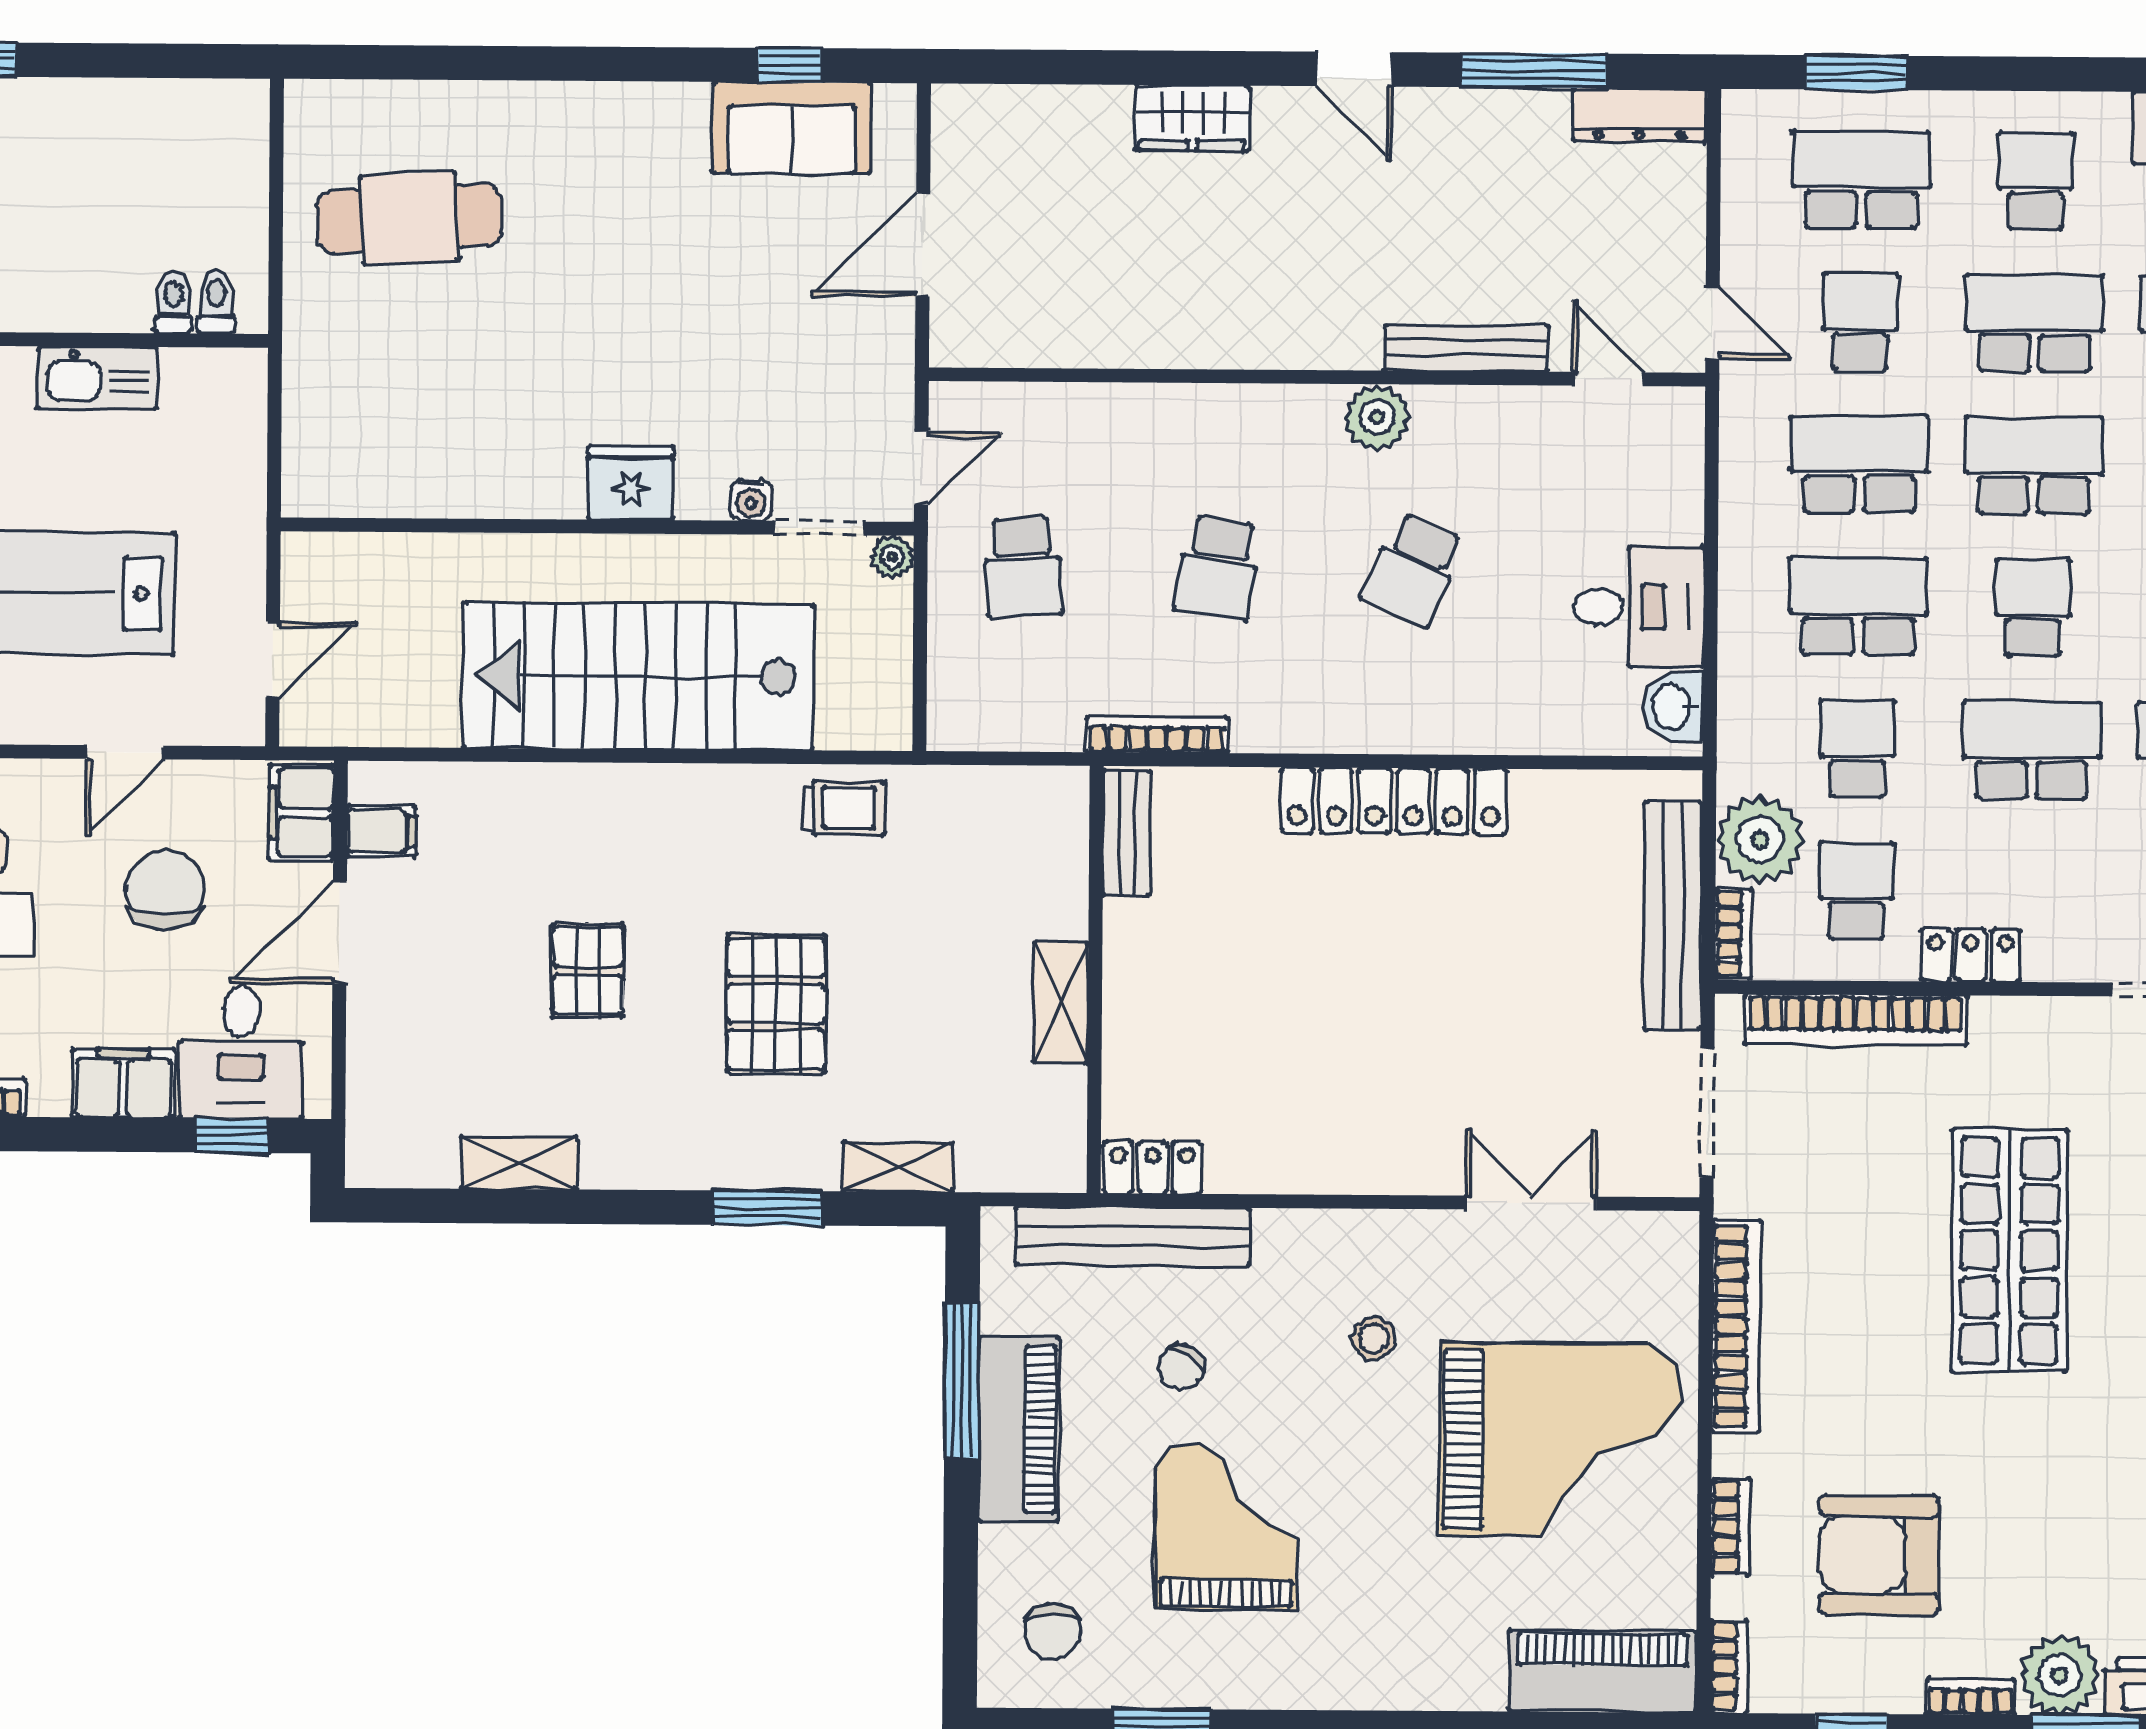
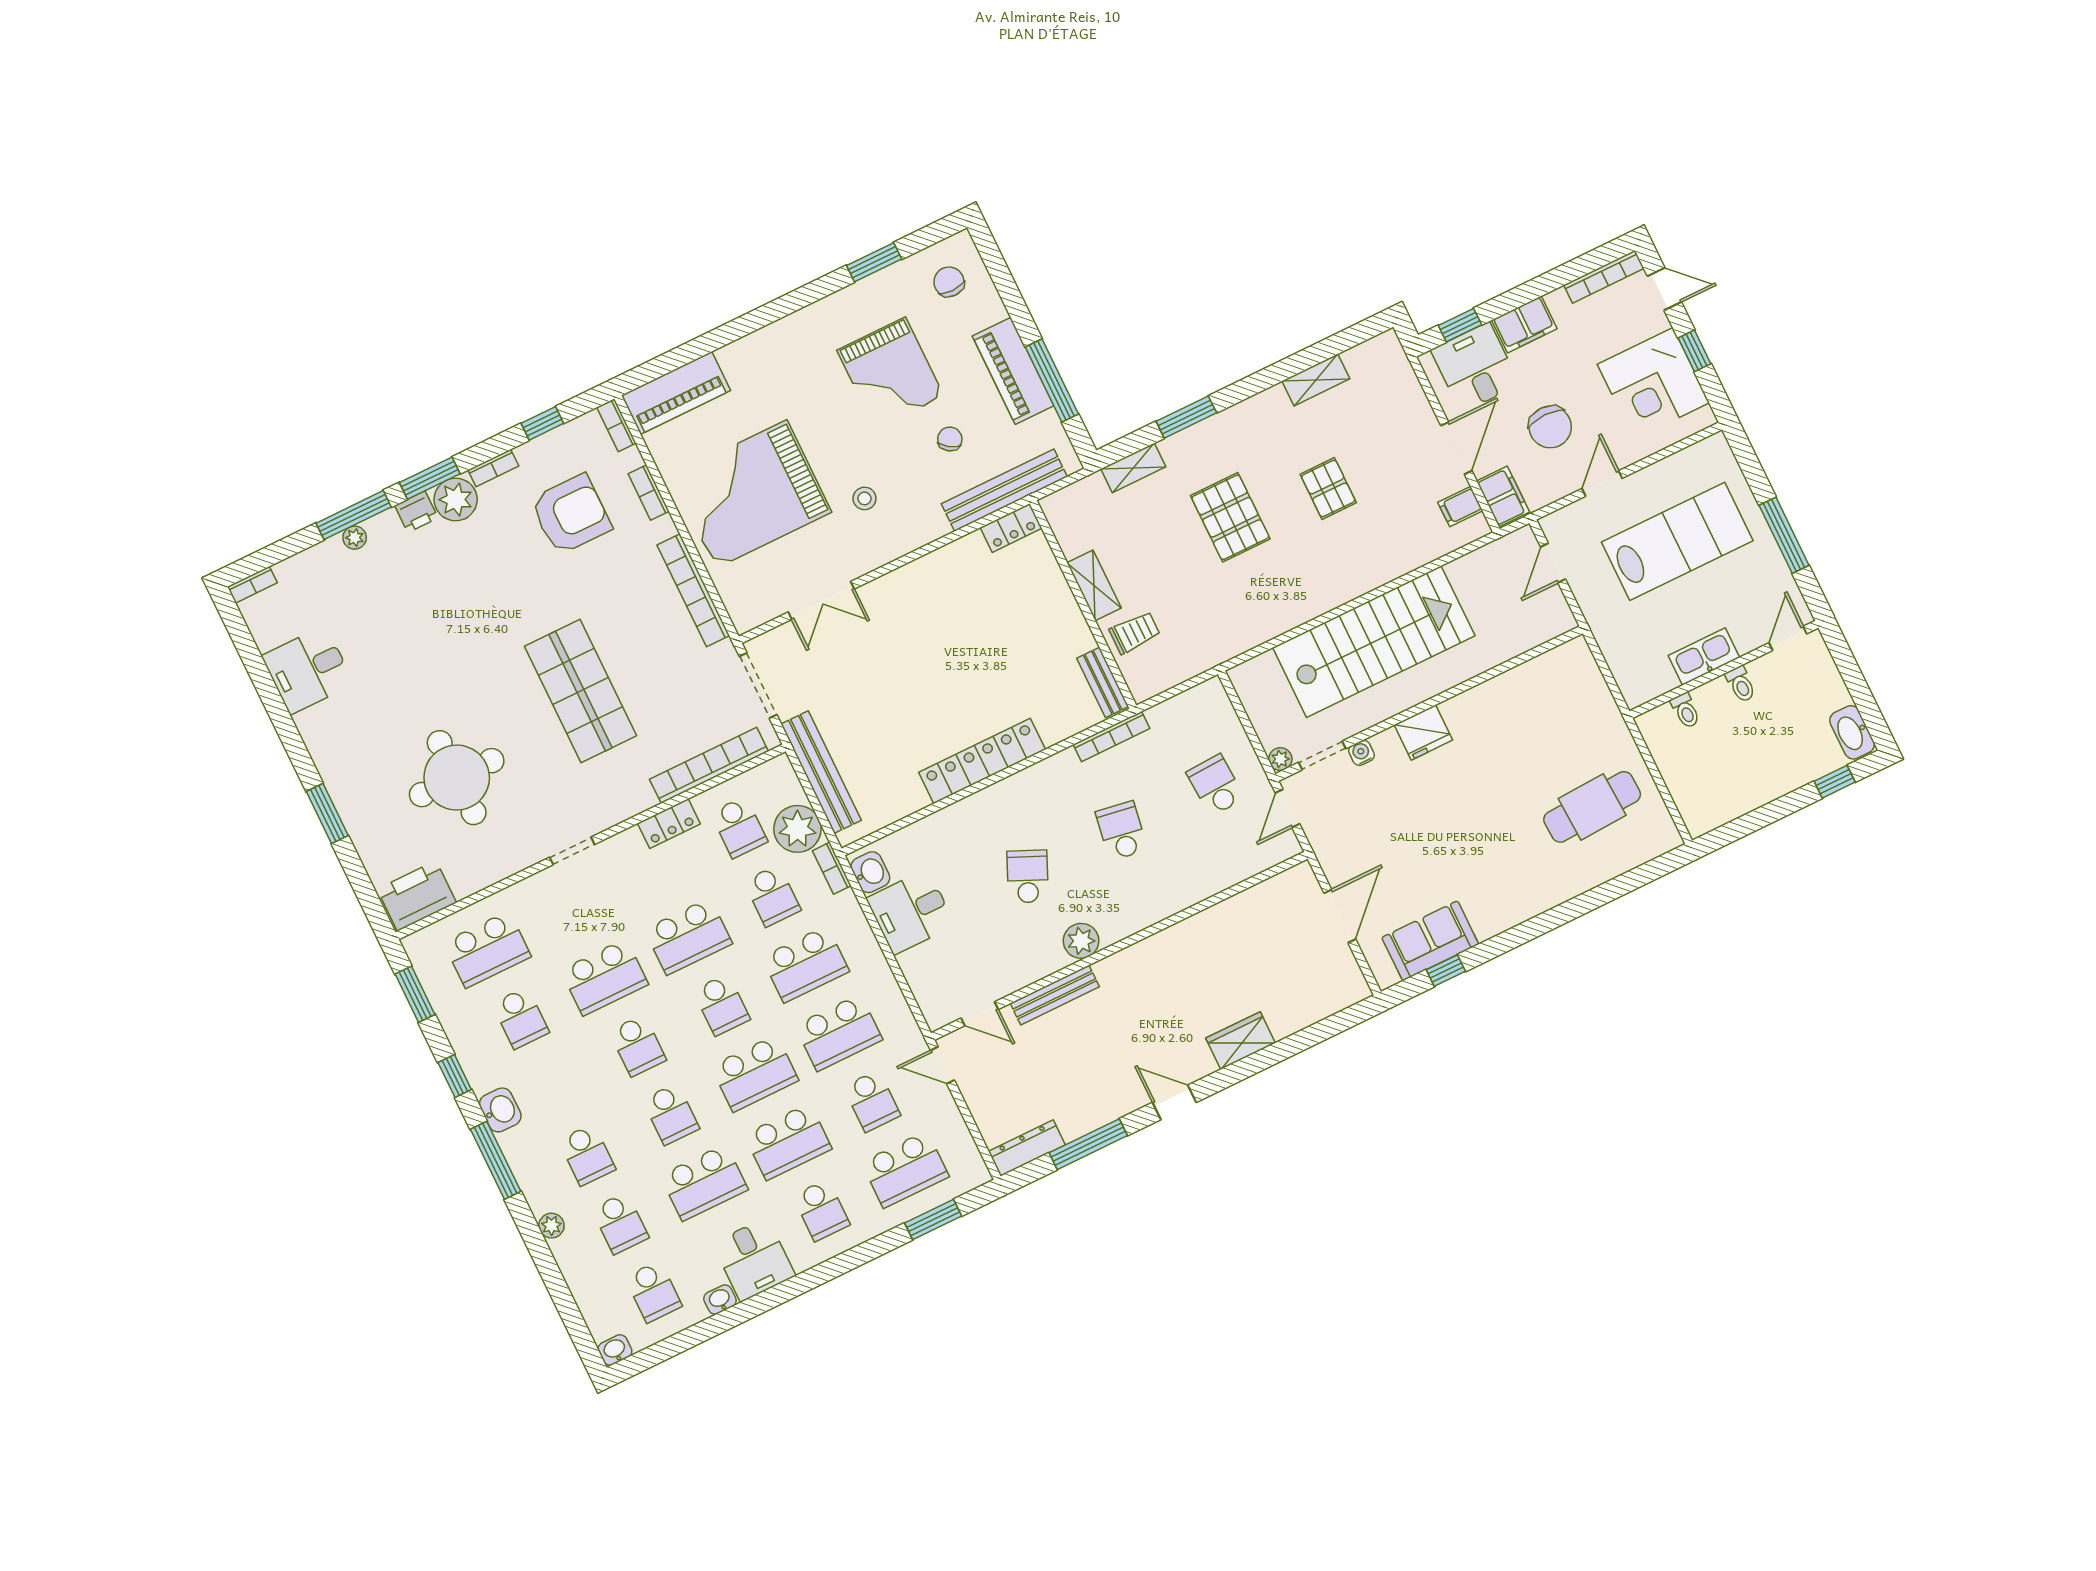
toilet: (216, 302) -> (1741, 684), moved
trolley: (843, 808) -> (1135, 633), moved, turned 180
bookcase: (1733, 934) -> (832, 868), moved

